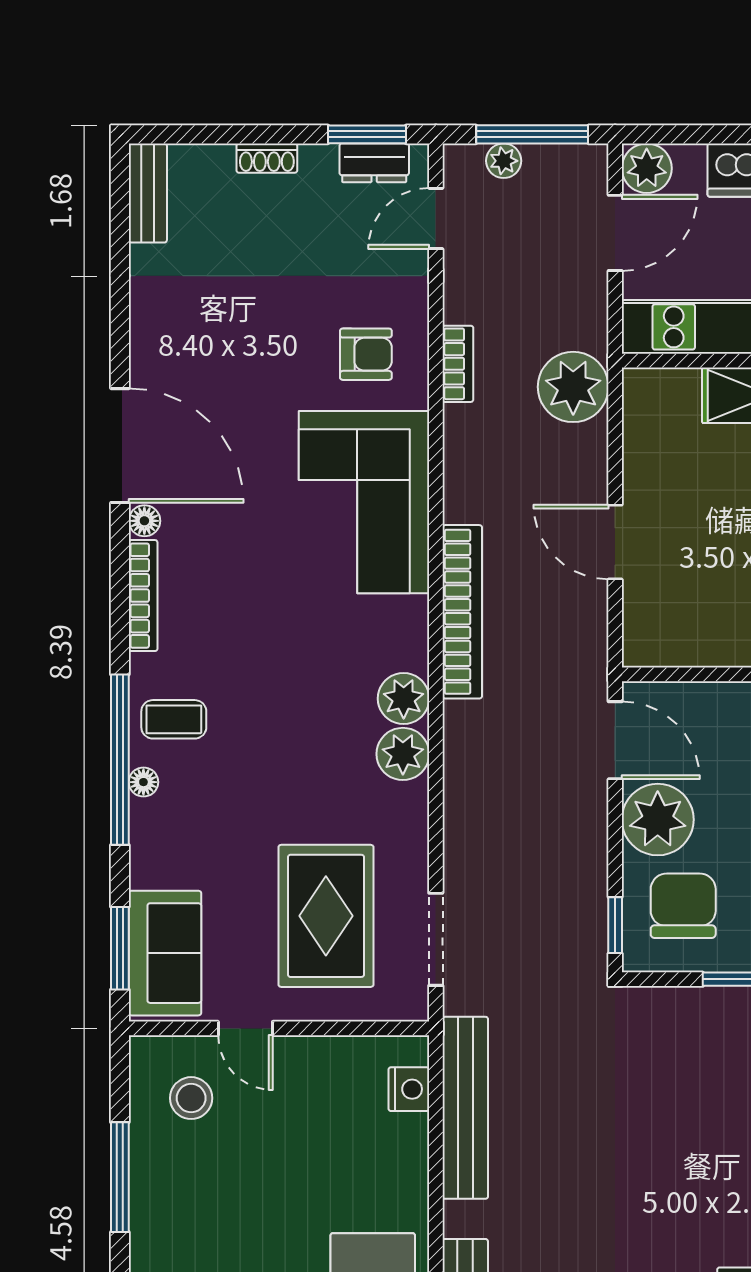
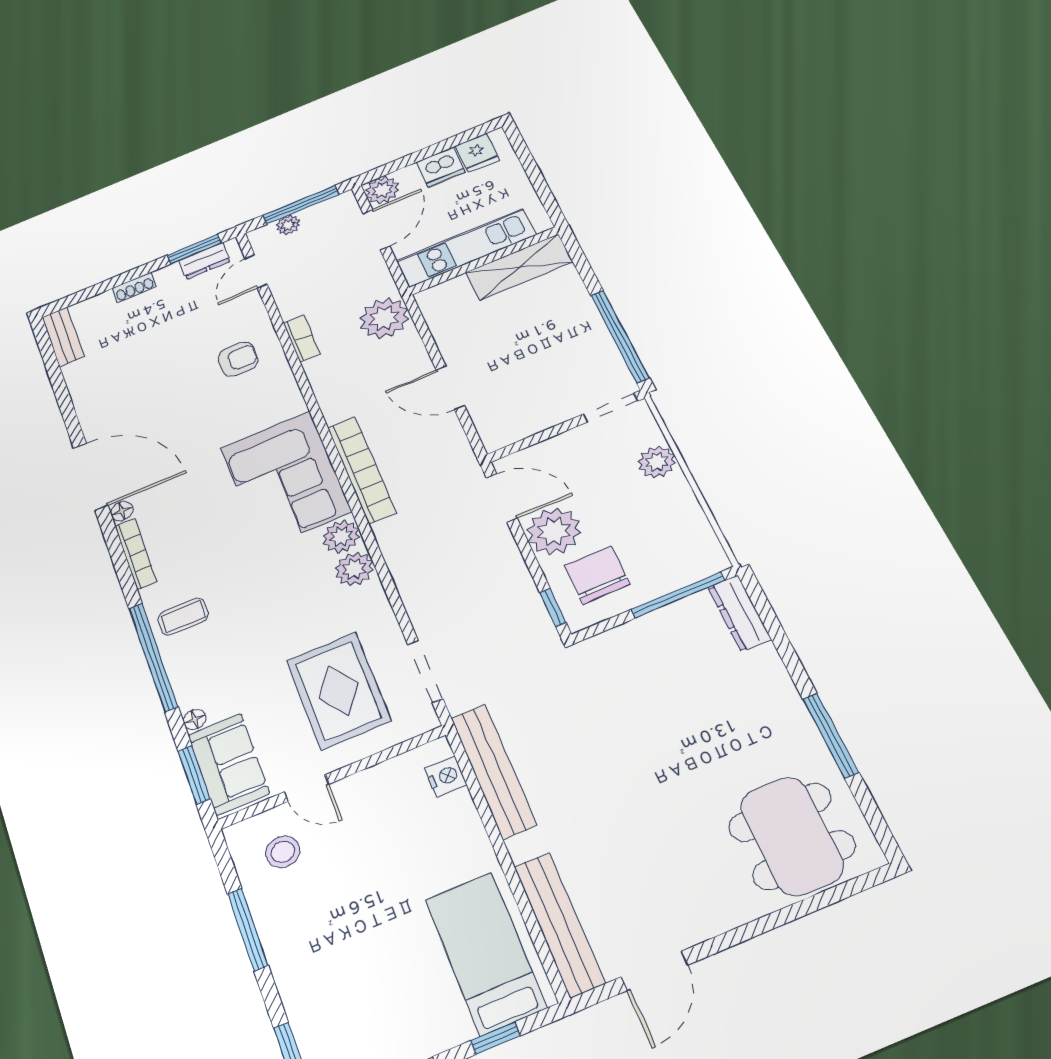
corner sofa: (364, 502) -> (286, 480), moved
floor lamp: (143, 782) -> (195, 719), moved

